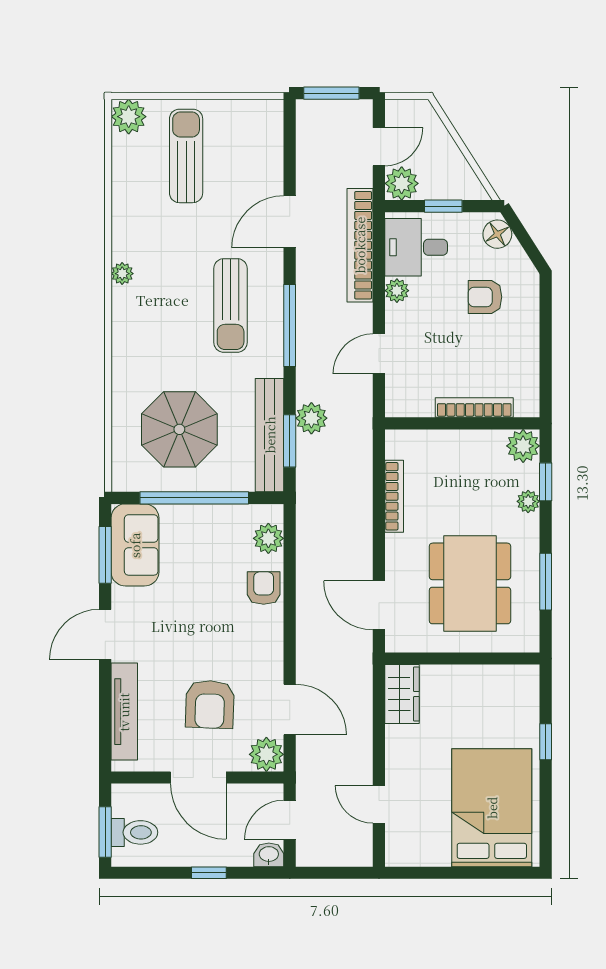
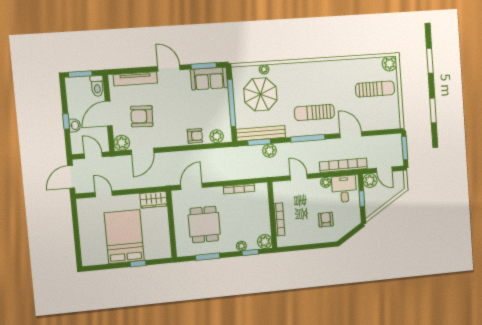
floor lamp: (497, 234) -> (352, 222), removed
plant: (122, 274) -> (264, 69), moved
dining table: (470, 583) -> (204, 225), width x0.73
door: (379, 804) -> (104, 194), hinge flipped
bed: (492, 808) -> (124, 237), moved, turned -90
toilet: (134, 832) -> (97, 86), moved
washbasin: (269, 855) -> (75, 125), moved
door: (334, 873) -> (71, 177), added

